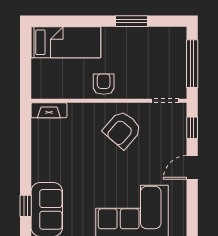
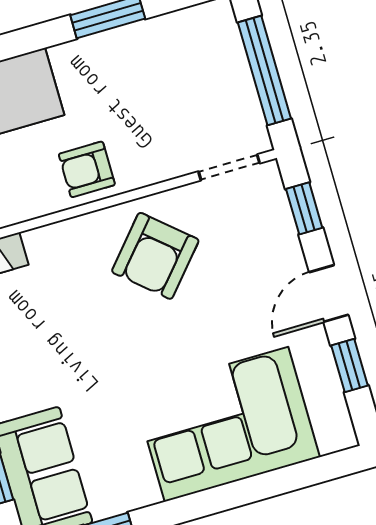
armchair: (104, 84) -> (87, 169), turned -90
window: (192, 201) -> (350, 366), added

